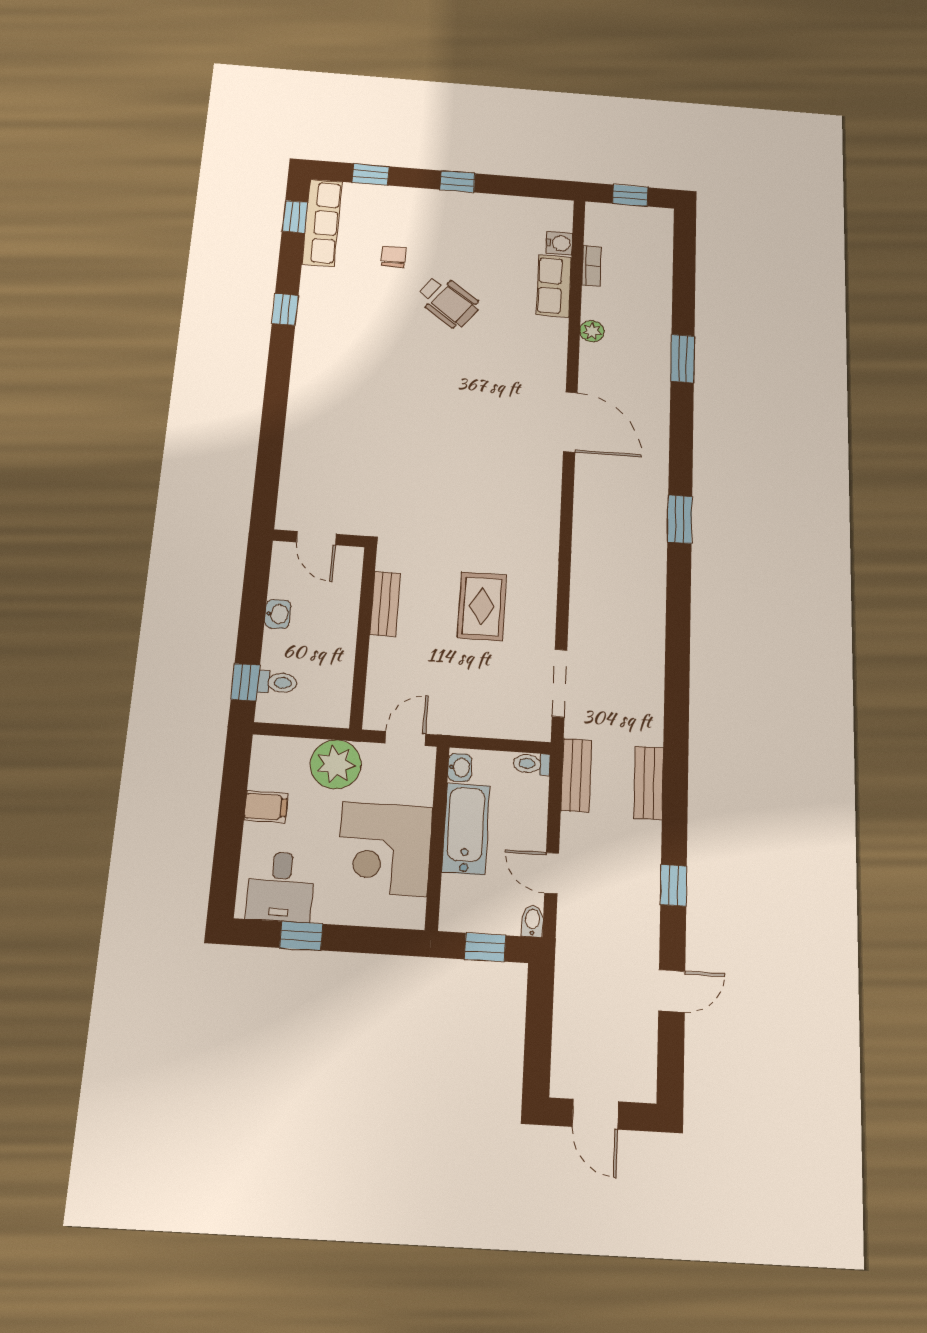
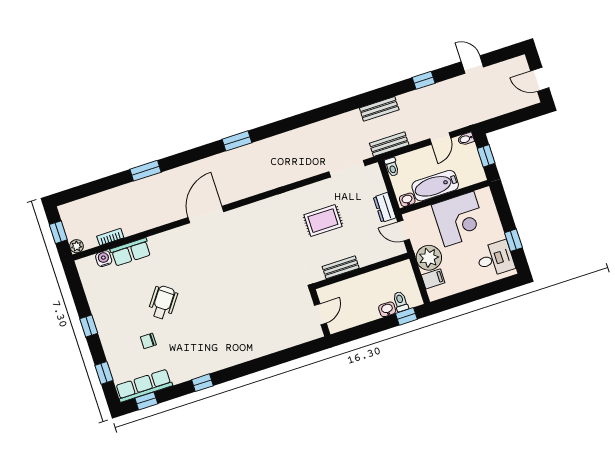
plant: (592, 331) -> (77, 246), moved
washbasin: (278, 614) -> (387, 309), moved
dresser: (462, 722) -> (385, 207), added
filing cabinet: (266, 807) -> (433, 279), moved, turned 90
door: (596, 1114) -> (540, 79), swing flipped

